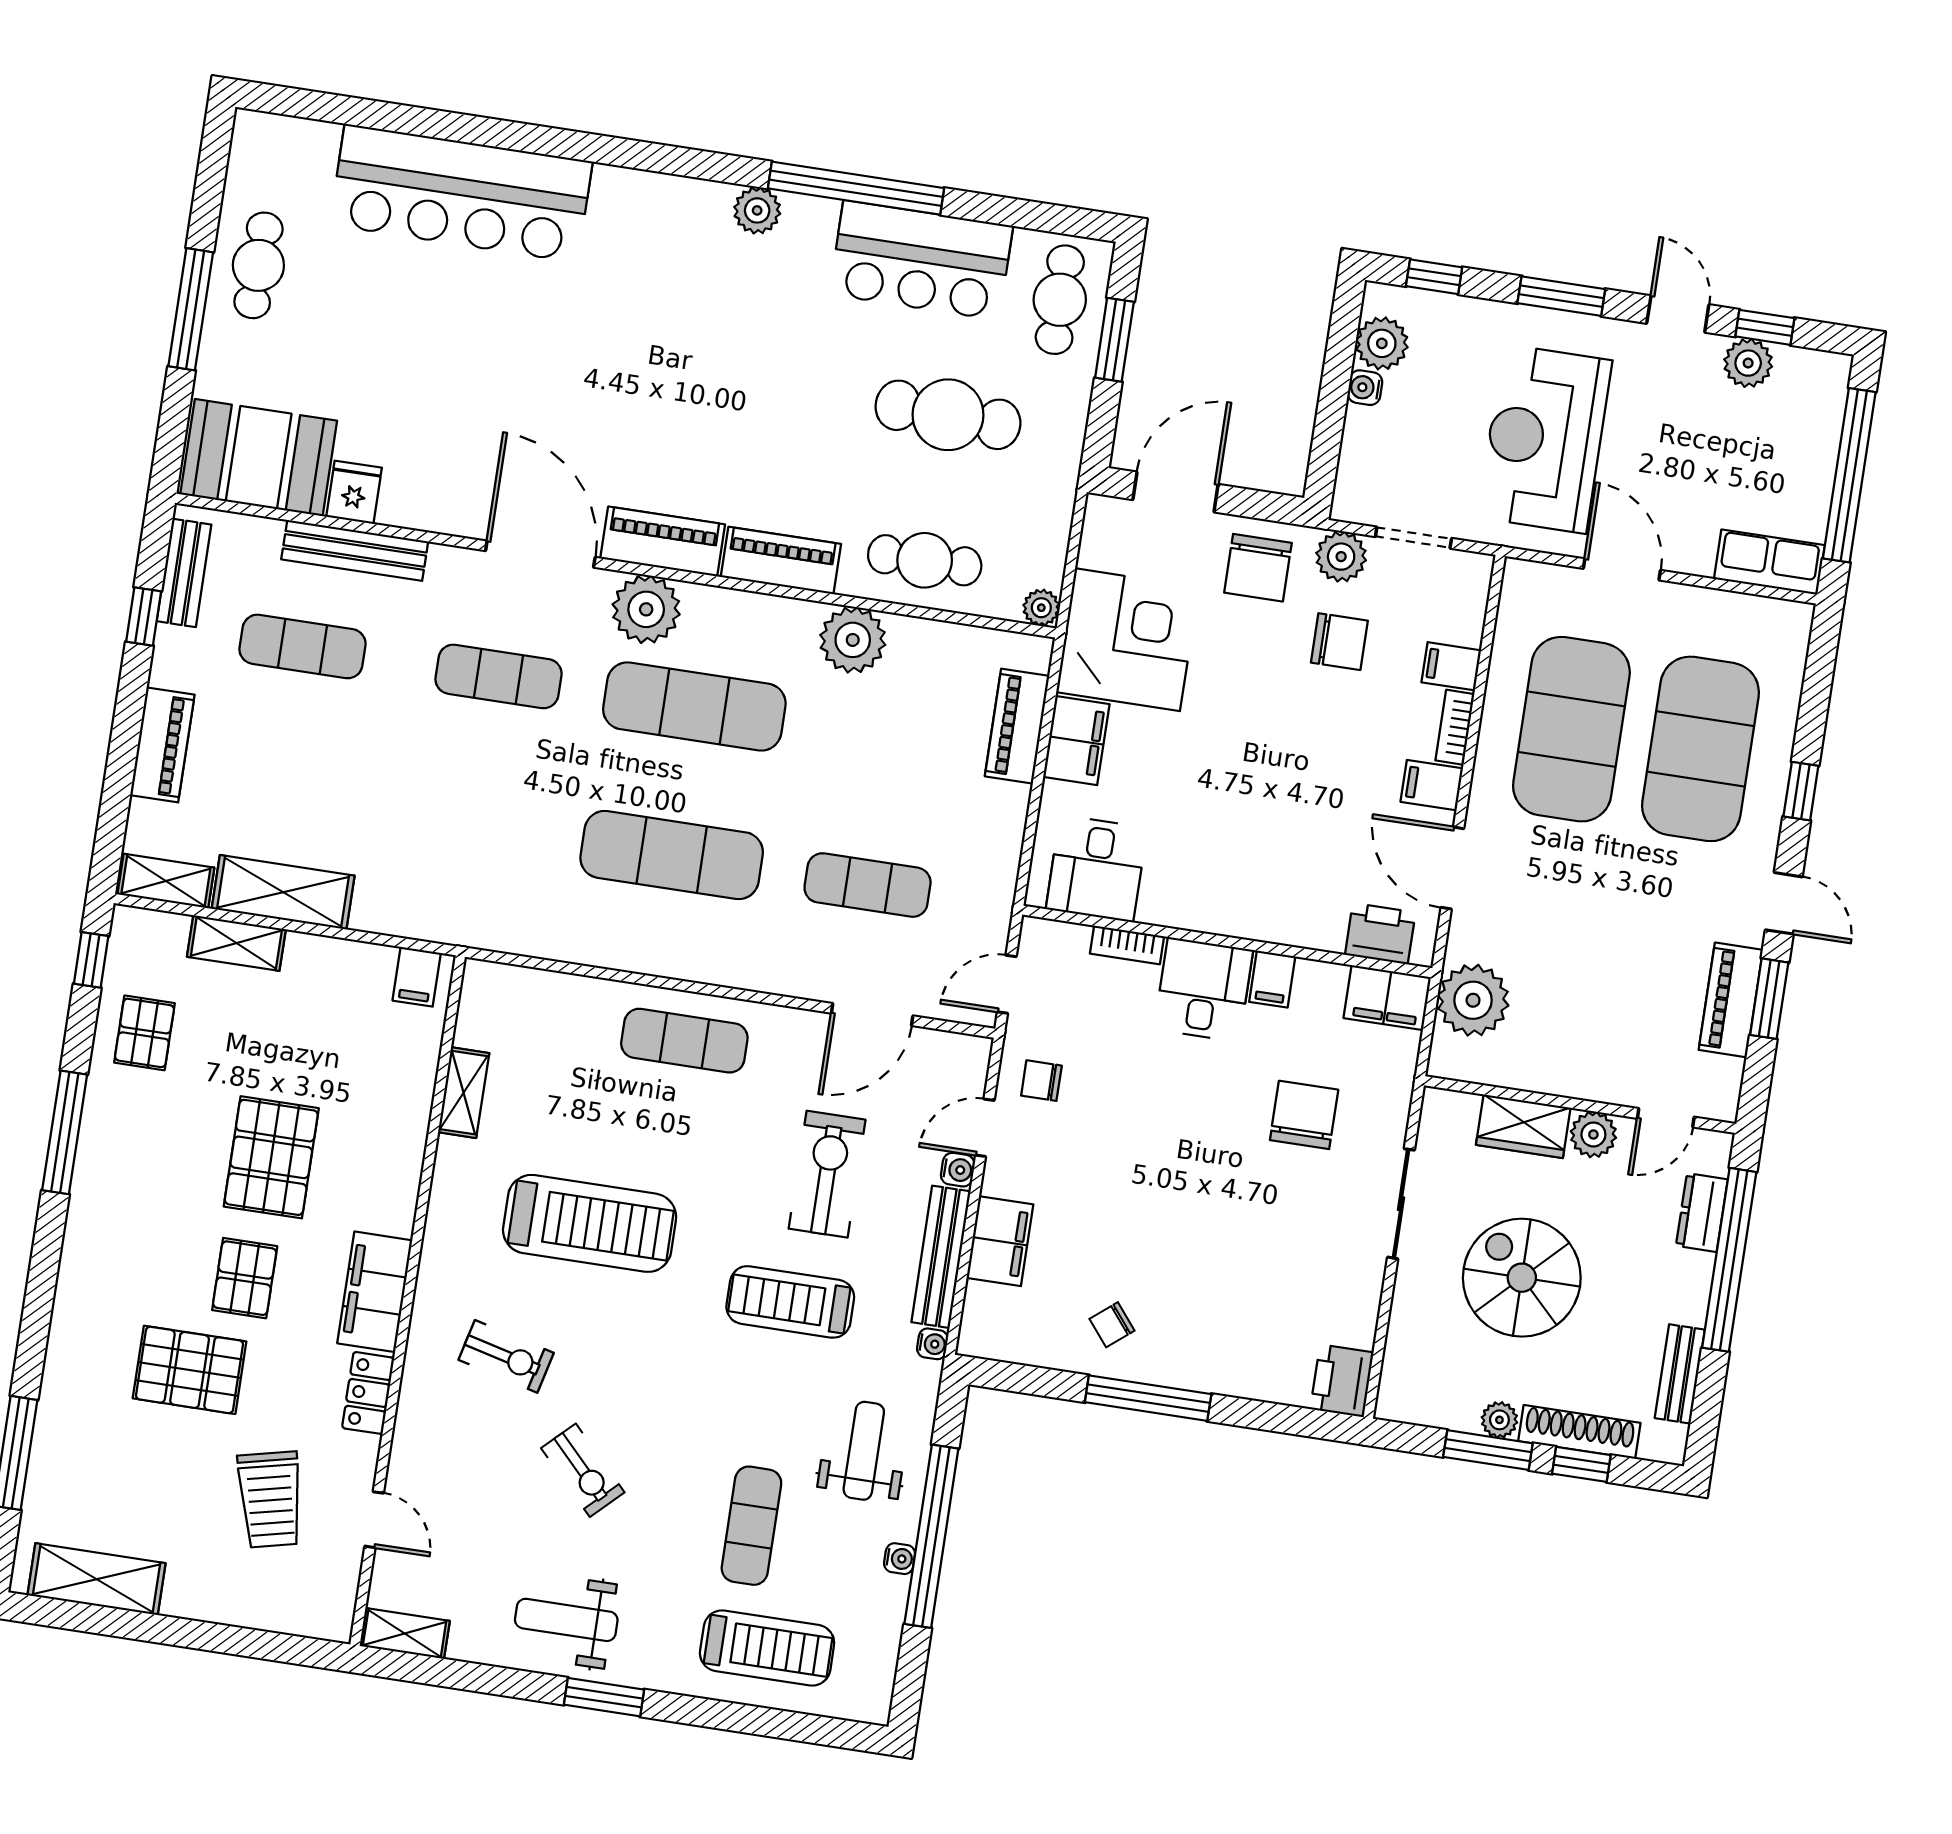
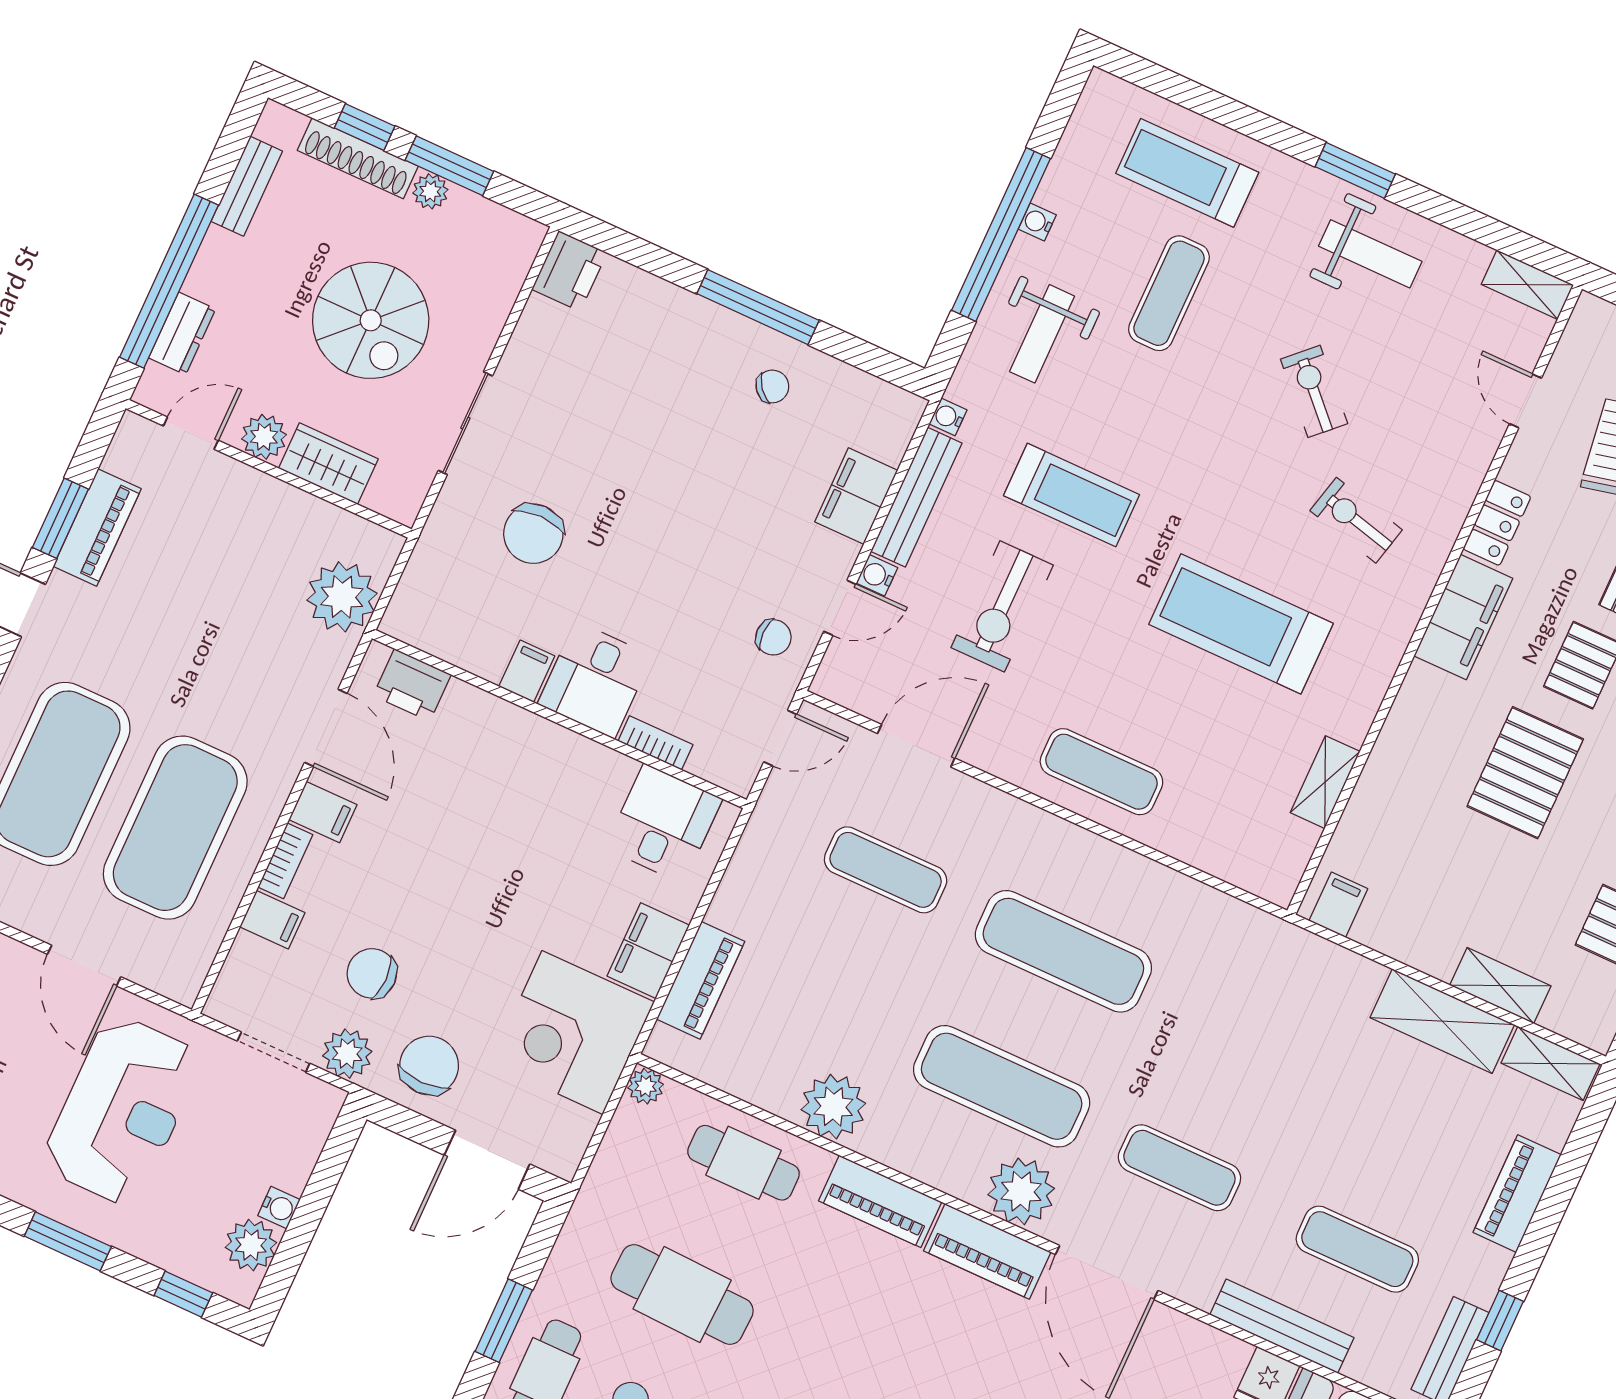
filing cabinet: (1387, 998) -> (423, 623), removed

